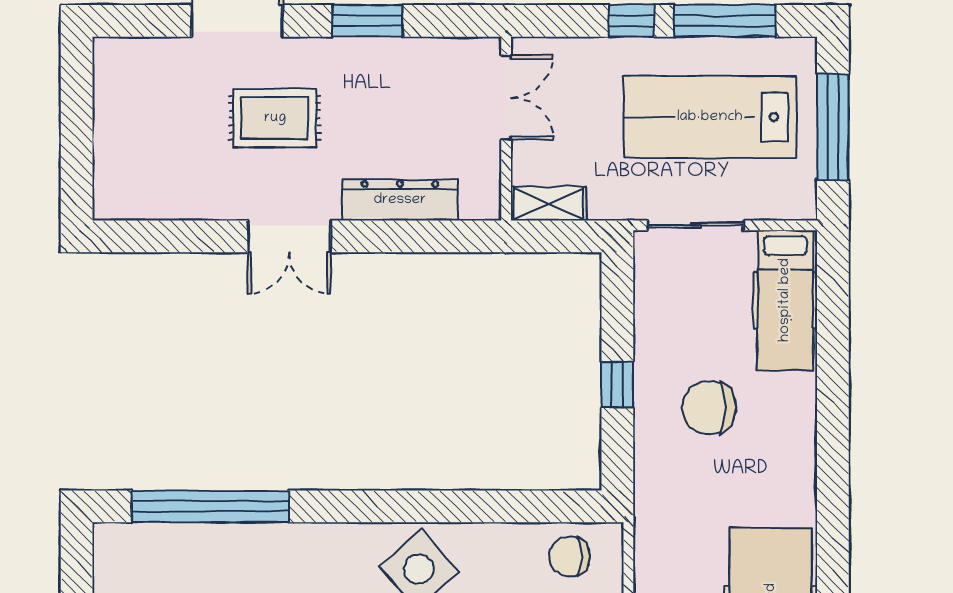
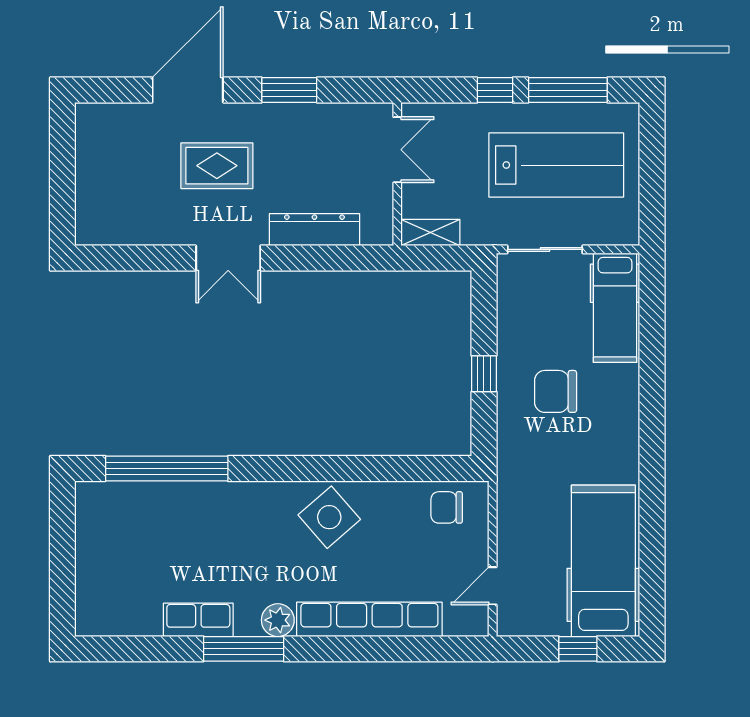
lab bench: (710, 117) -> (556, 165), turned 180
window: (833, 127) -> (652, 173), removed

